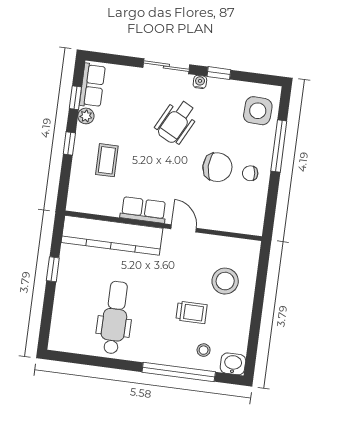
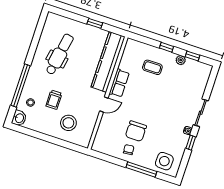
row of seats: (92, 85) -> (198, 67), removed
wheelchair: (176, 122) -> (167, 112), removed
dental chair: (115, 318) -> (60, 54), turned -80

